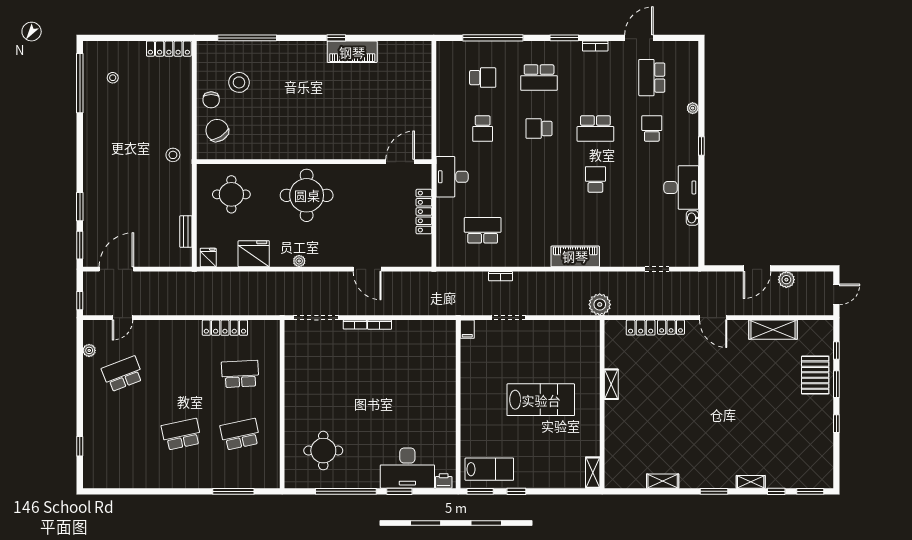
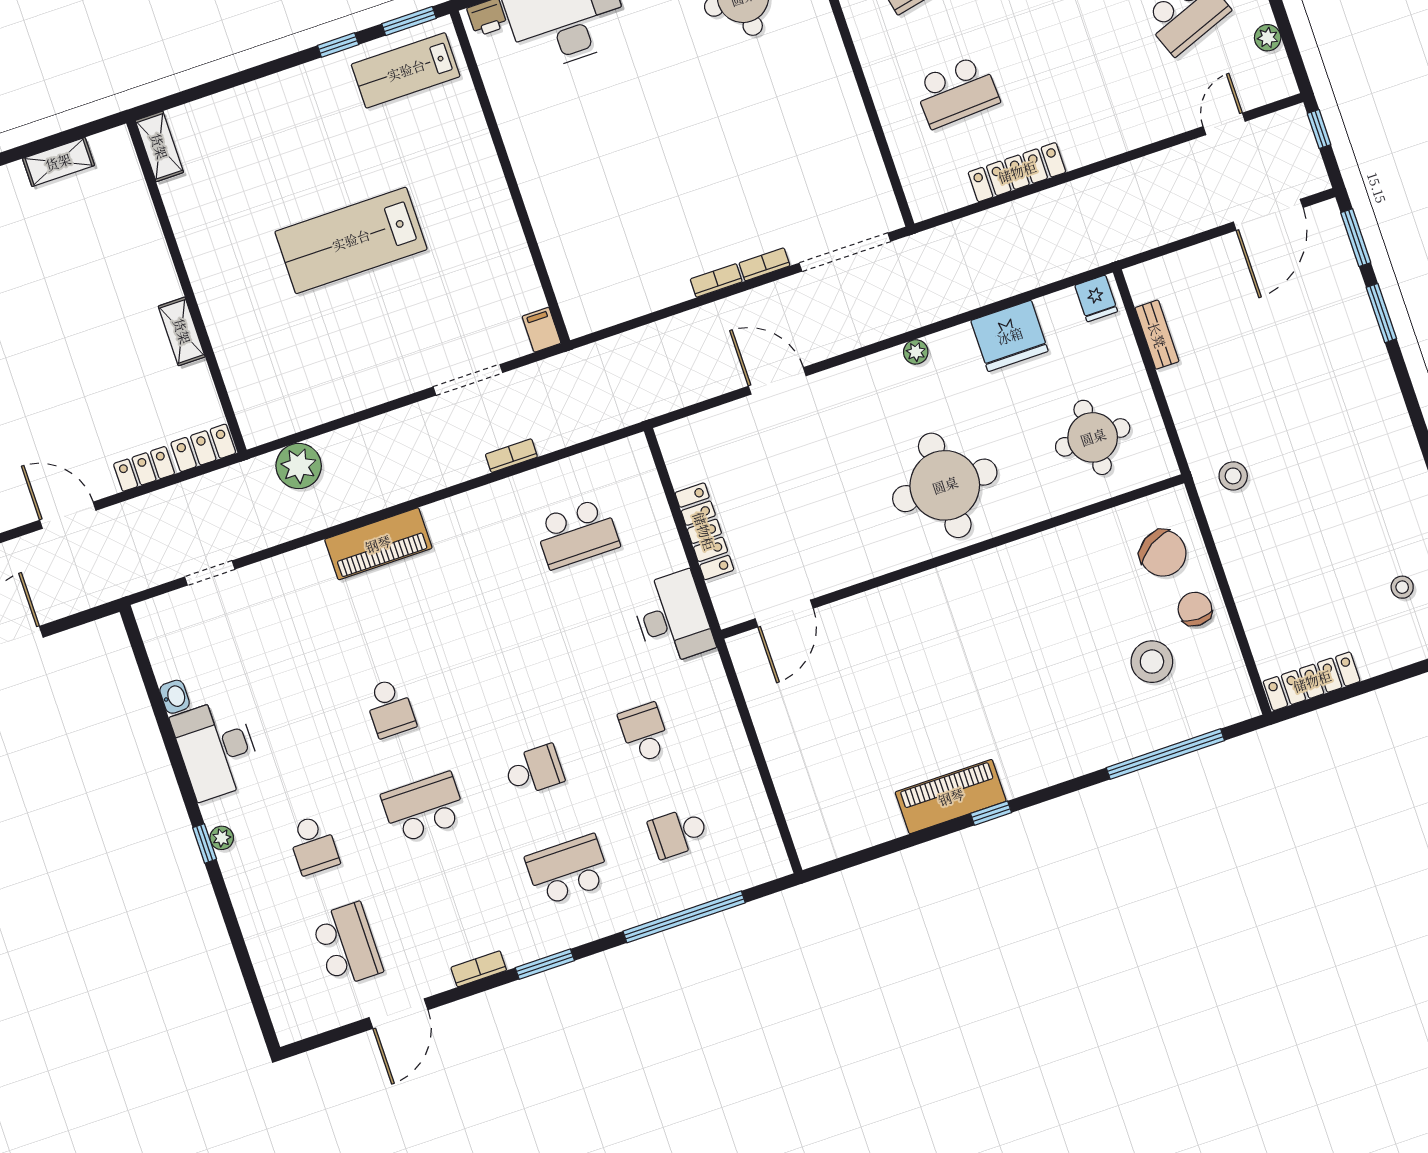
plant: (693, 108) -> (222, 838), moved
shelving: (611, 384) -> (182, 331), moved
wall: (602, 404) -> (186, 287), moved
shelving: (593, 473) -> (159, 146), moved

